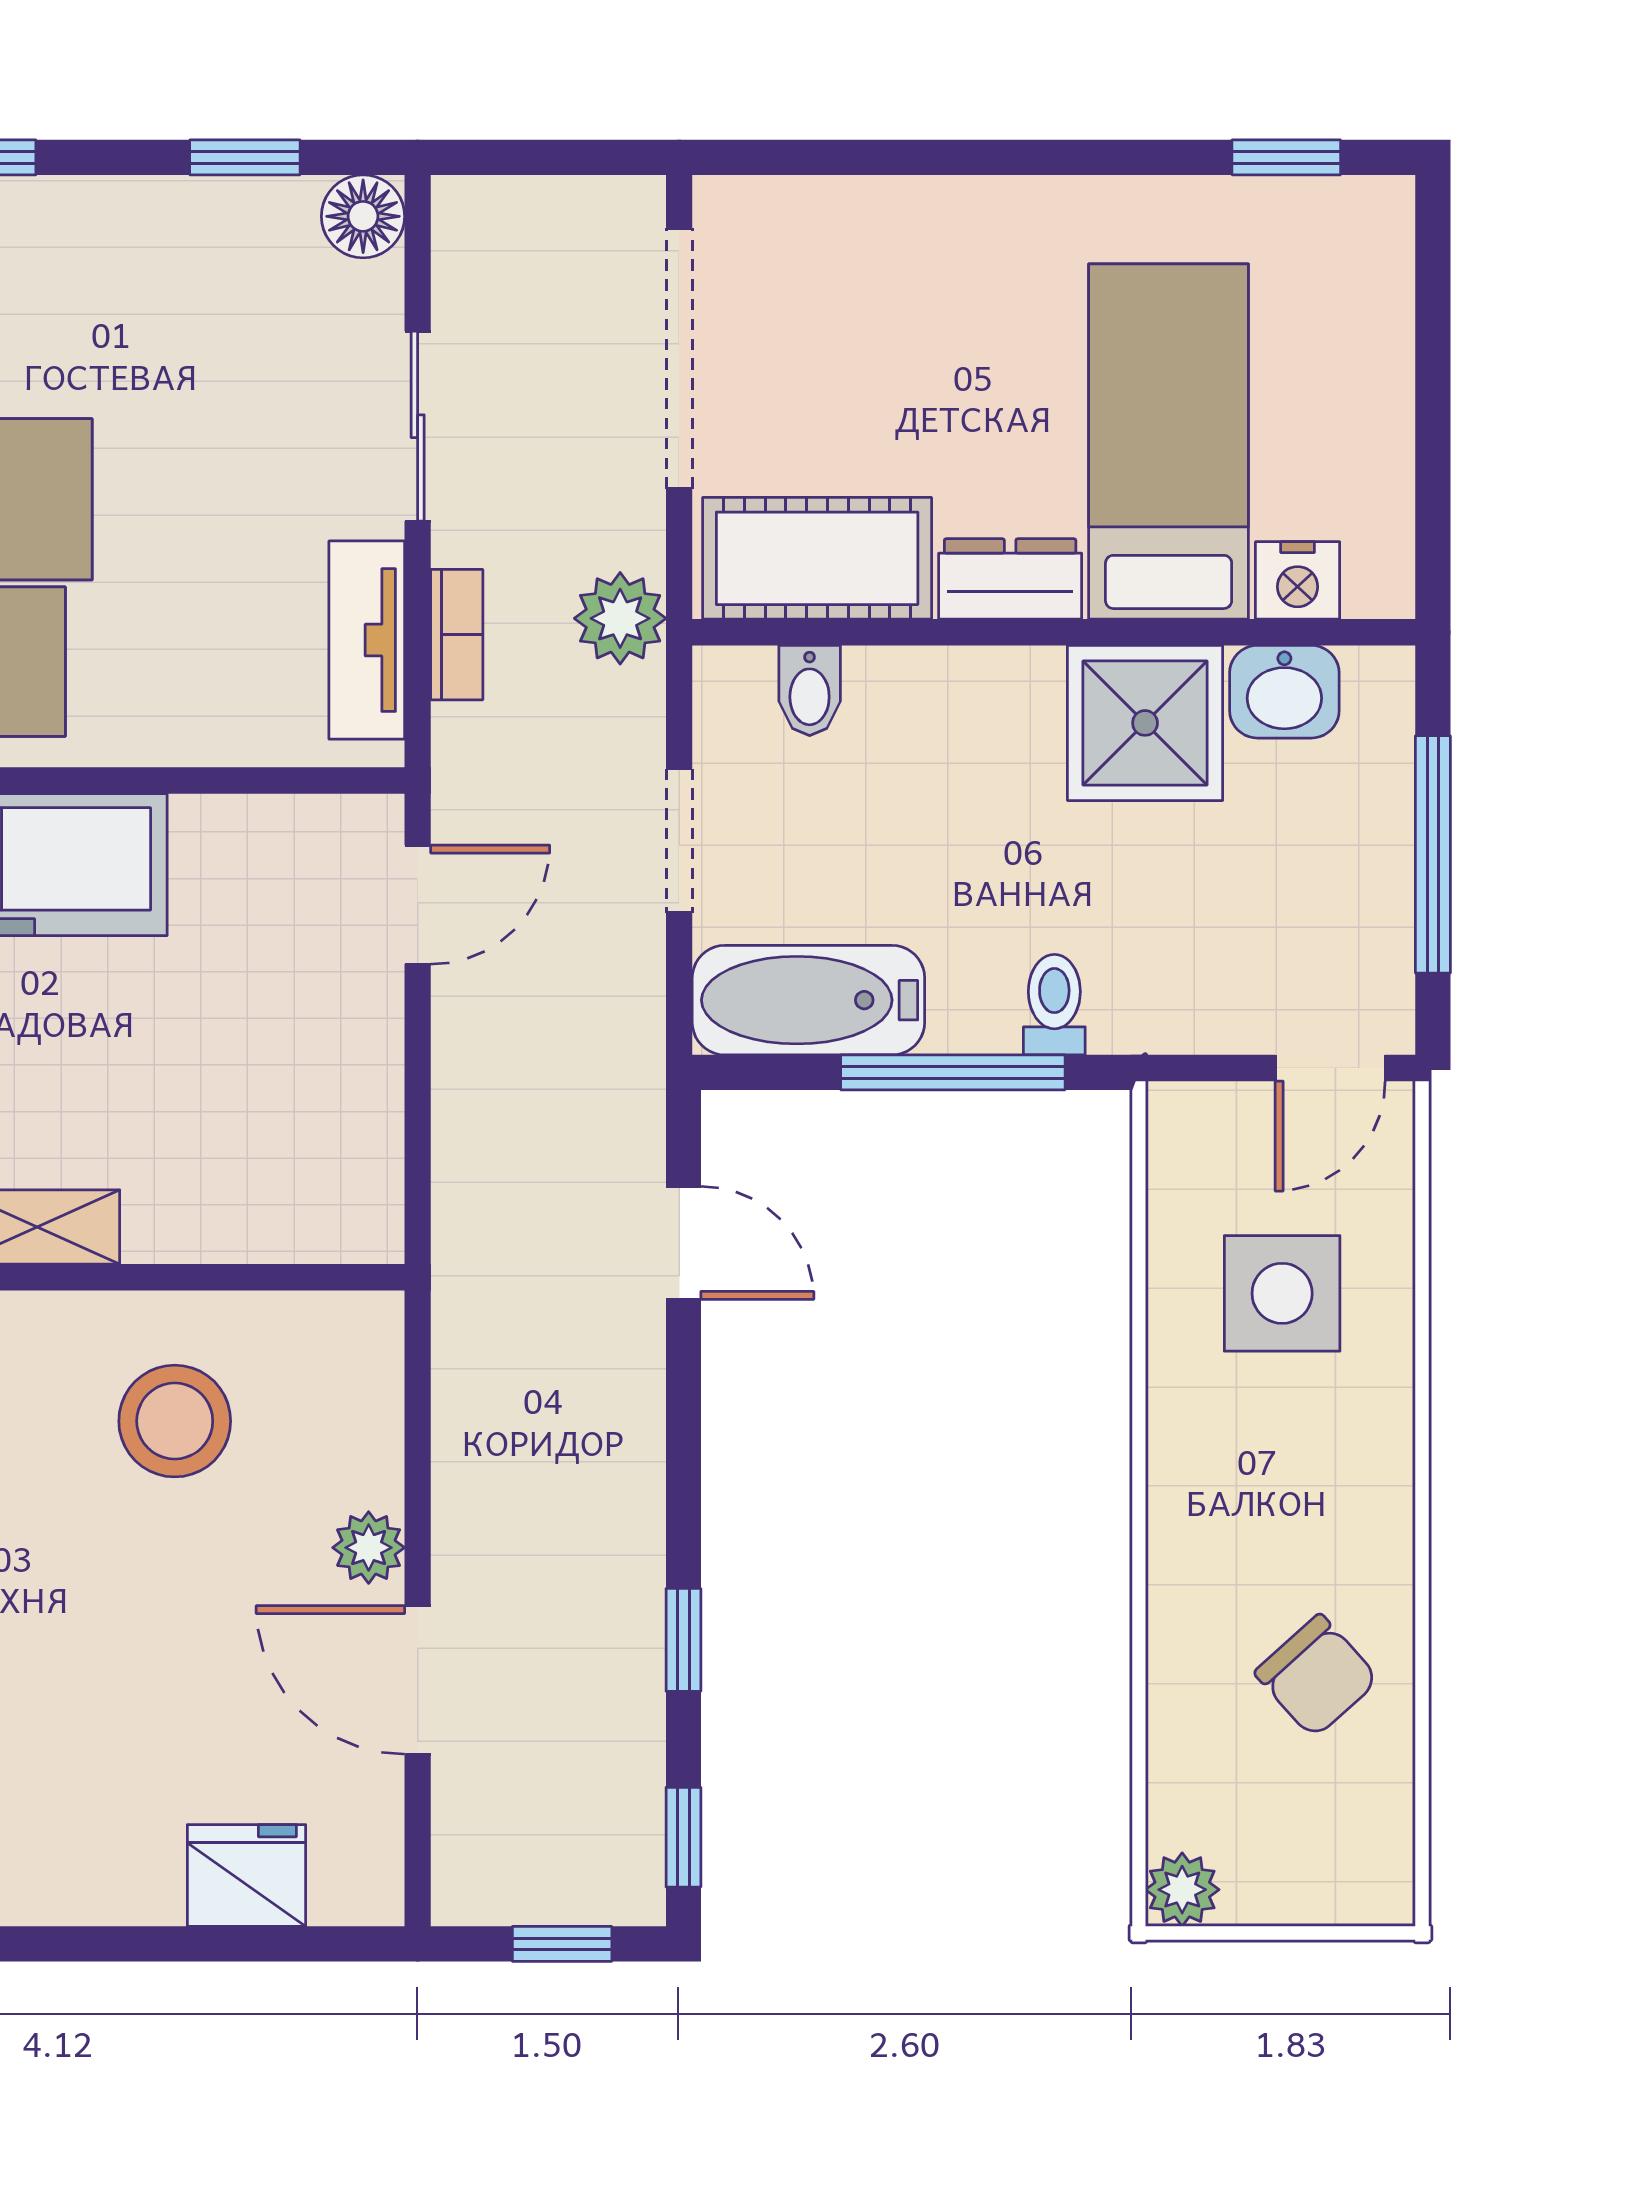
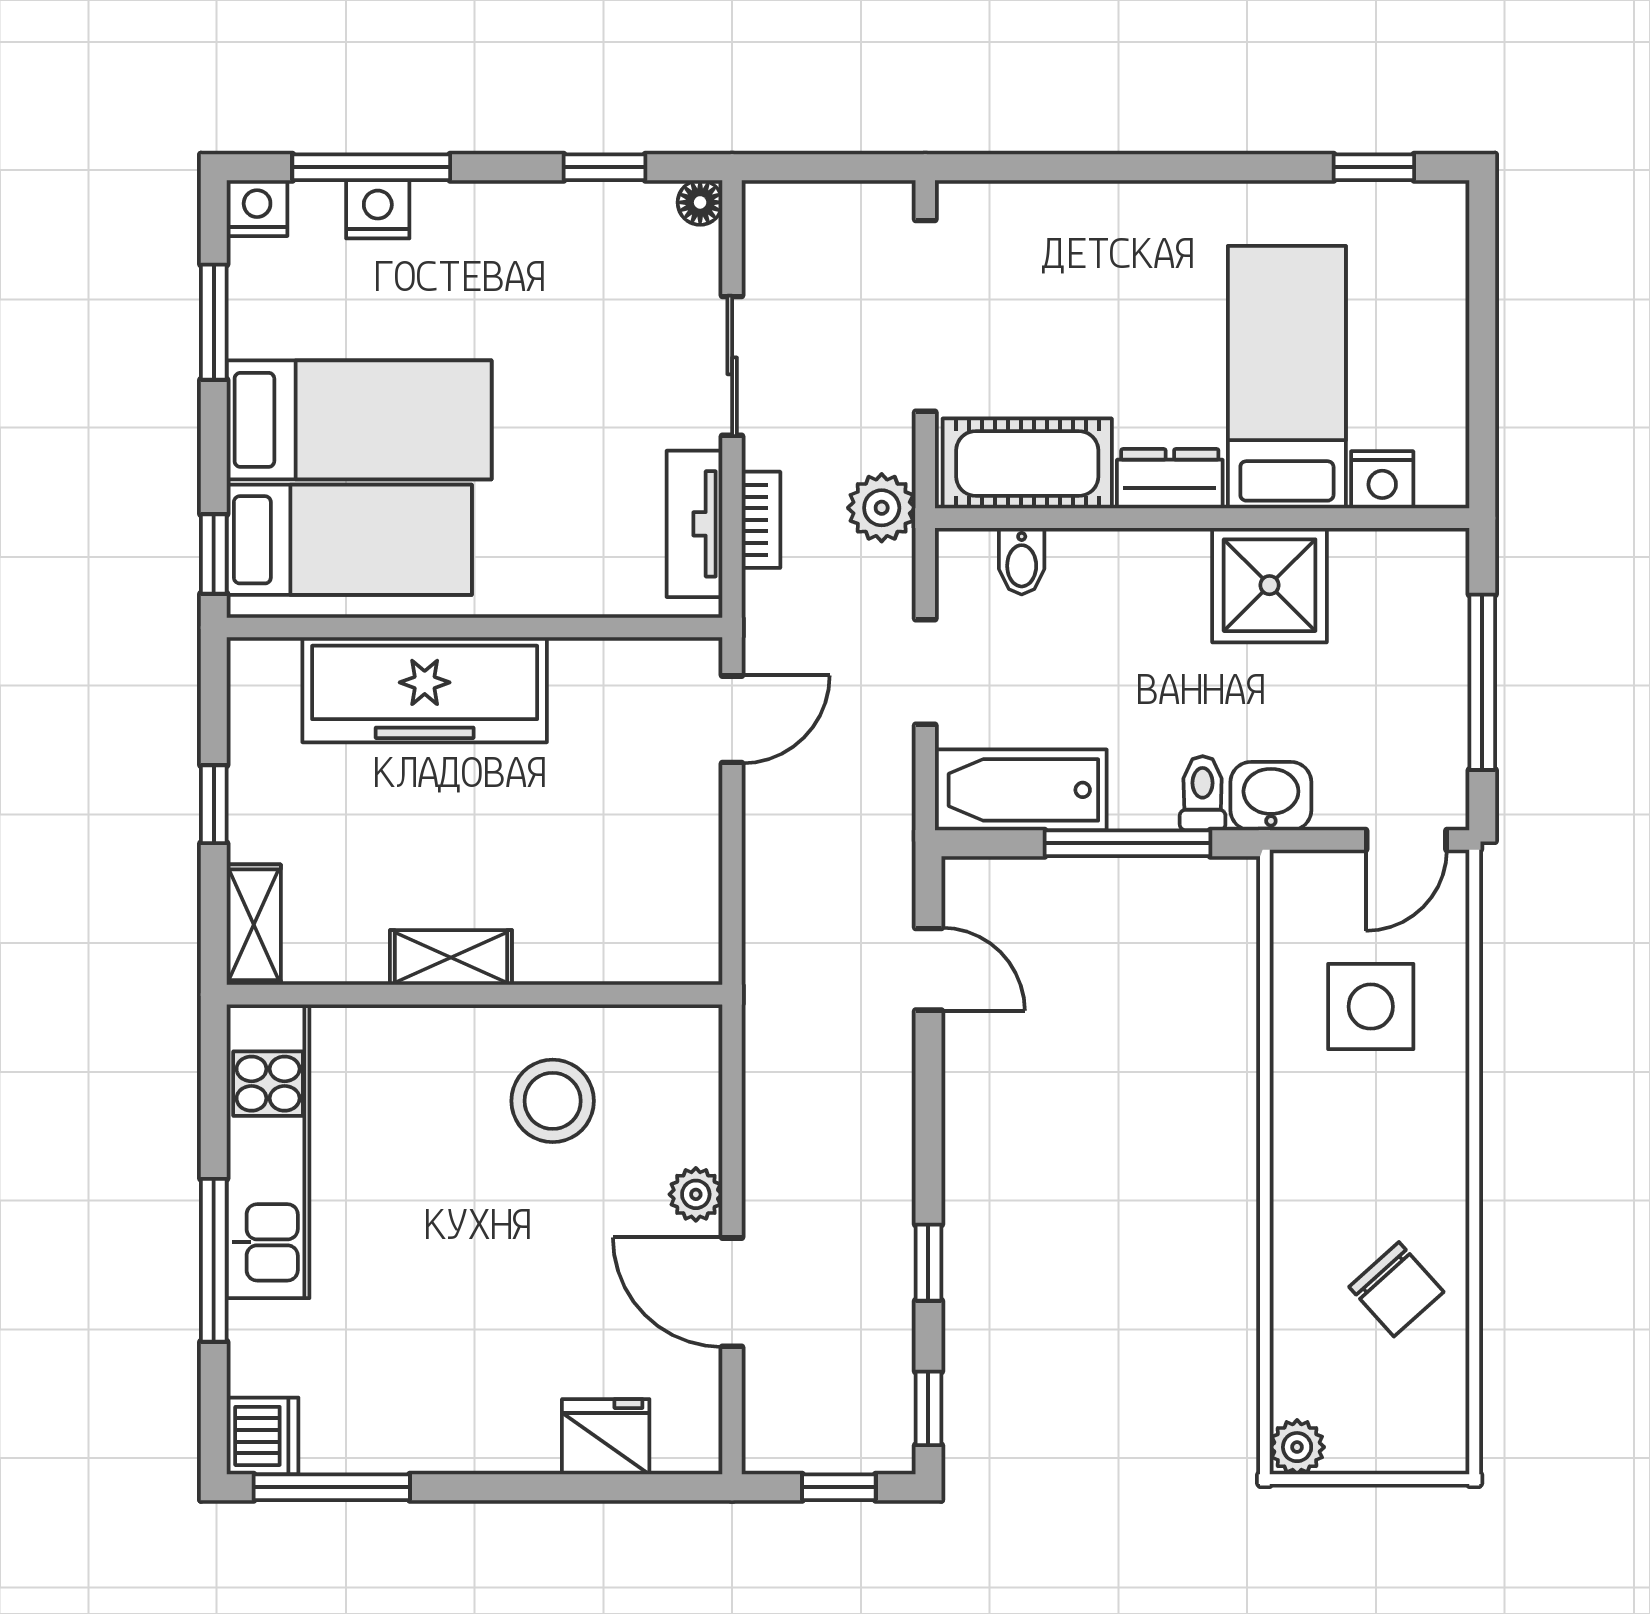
floor lamp: (363, 216) -> (700, 202), width x0.73, depth x0.73
washbasin: (1284, 692) -> (1271, 796), moved, turned 180

